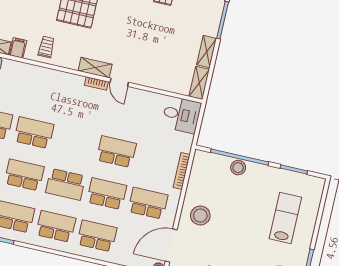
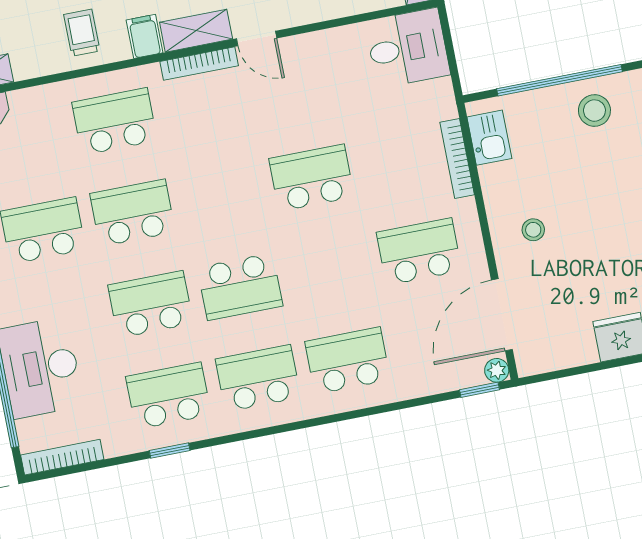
filing cabinet: (18, 48) -> (145, 36), moved
bookcase: (96, 83) -> (199, 64), width x1.56
kitchen sink: (199, 168) -> (489, 138), added
stool: (238, 168) -> (594, 111), moved
school desk: (107, 194) -> (115, 121), moved
stool: (200, 215) -> (533, 230), width x0.53, depth x0.53

